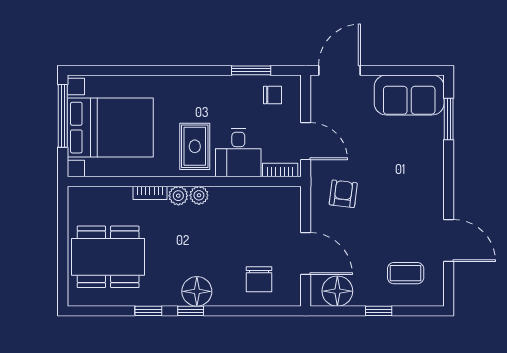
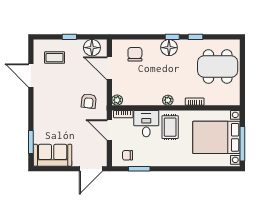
plant: (178, 196) -> (117, 100), moved

